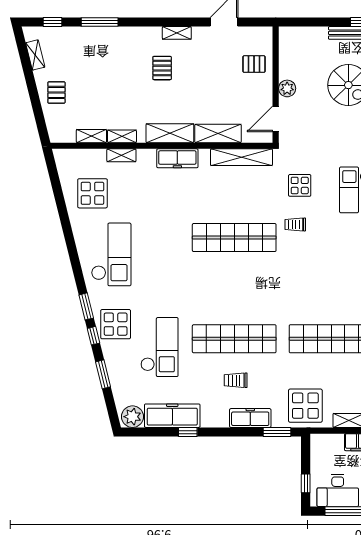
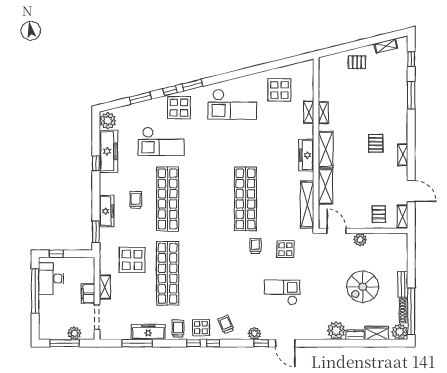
pallet: (162, 68) -> (376, 143), turned 90
shelving: (91, 136) -> (403, 217), moved
display table: (305, 406) -> (132, 260), moved

